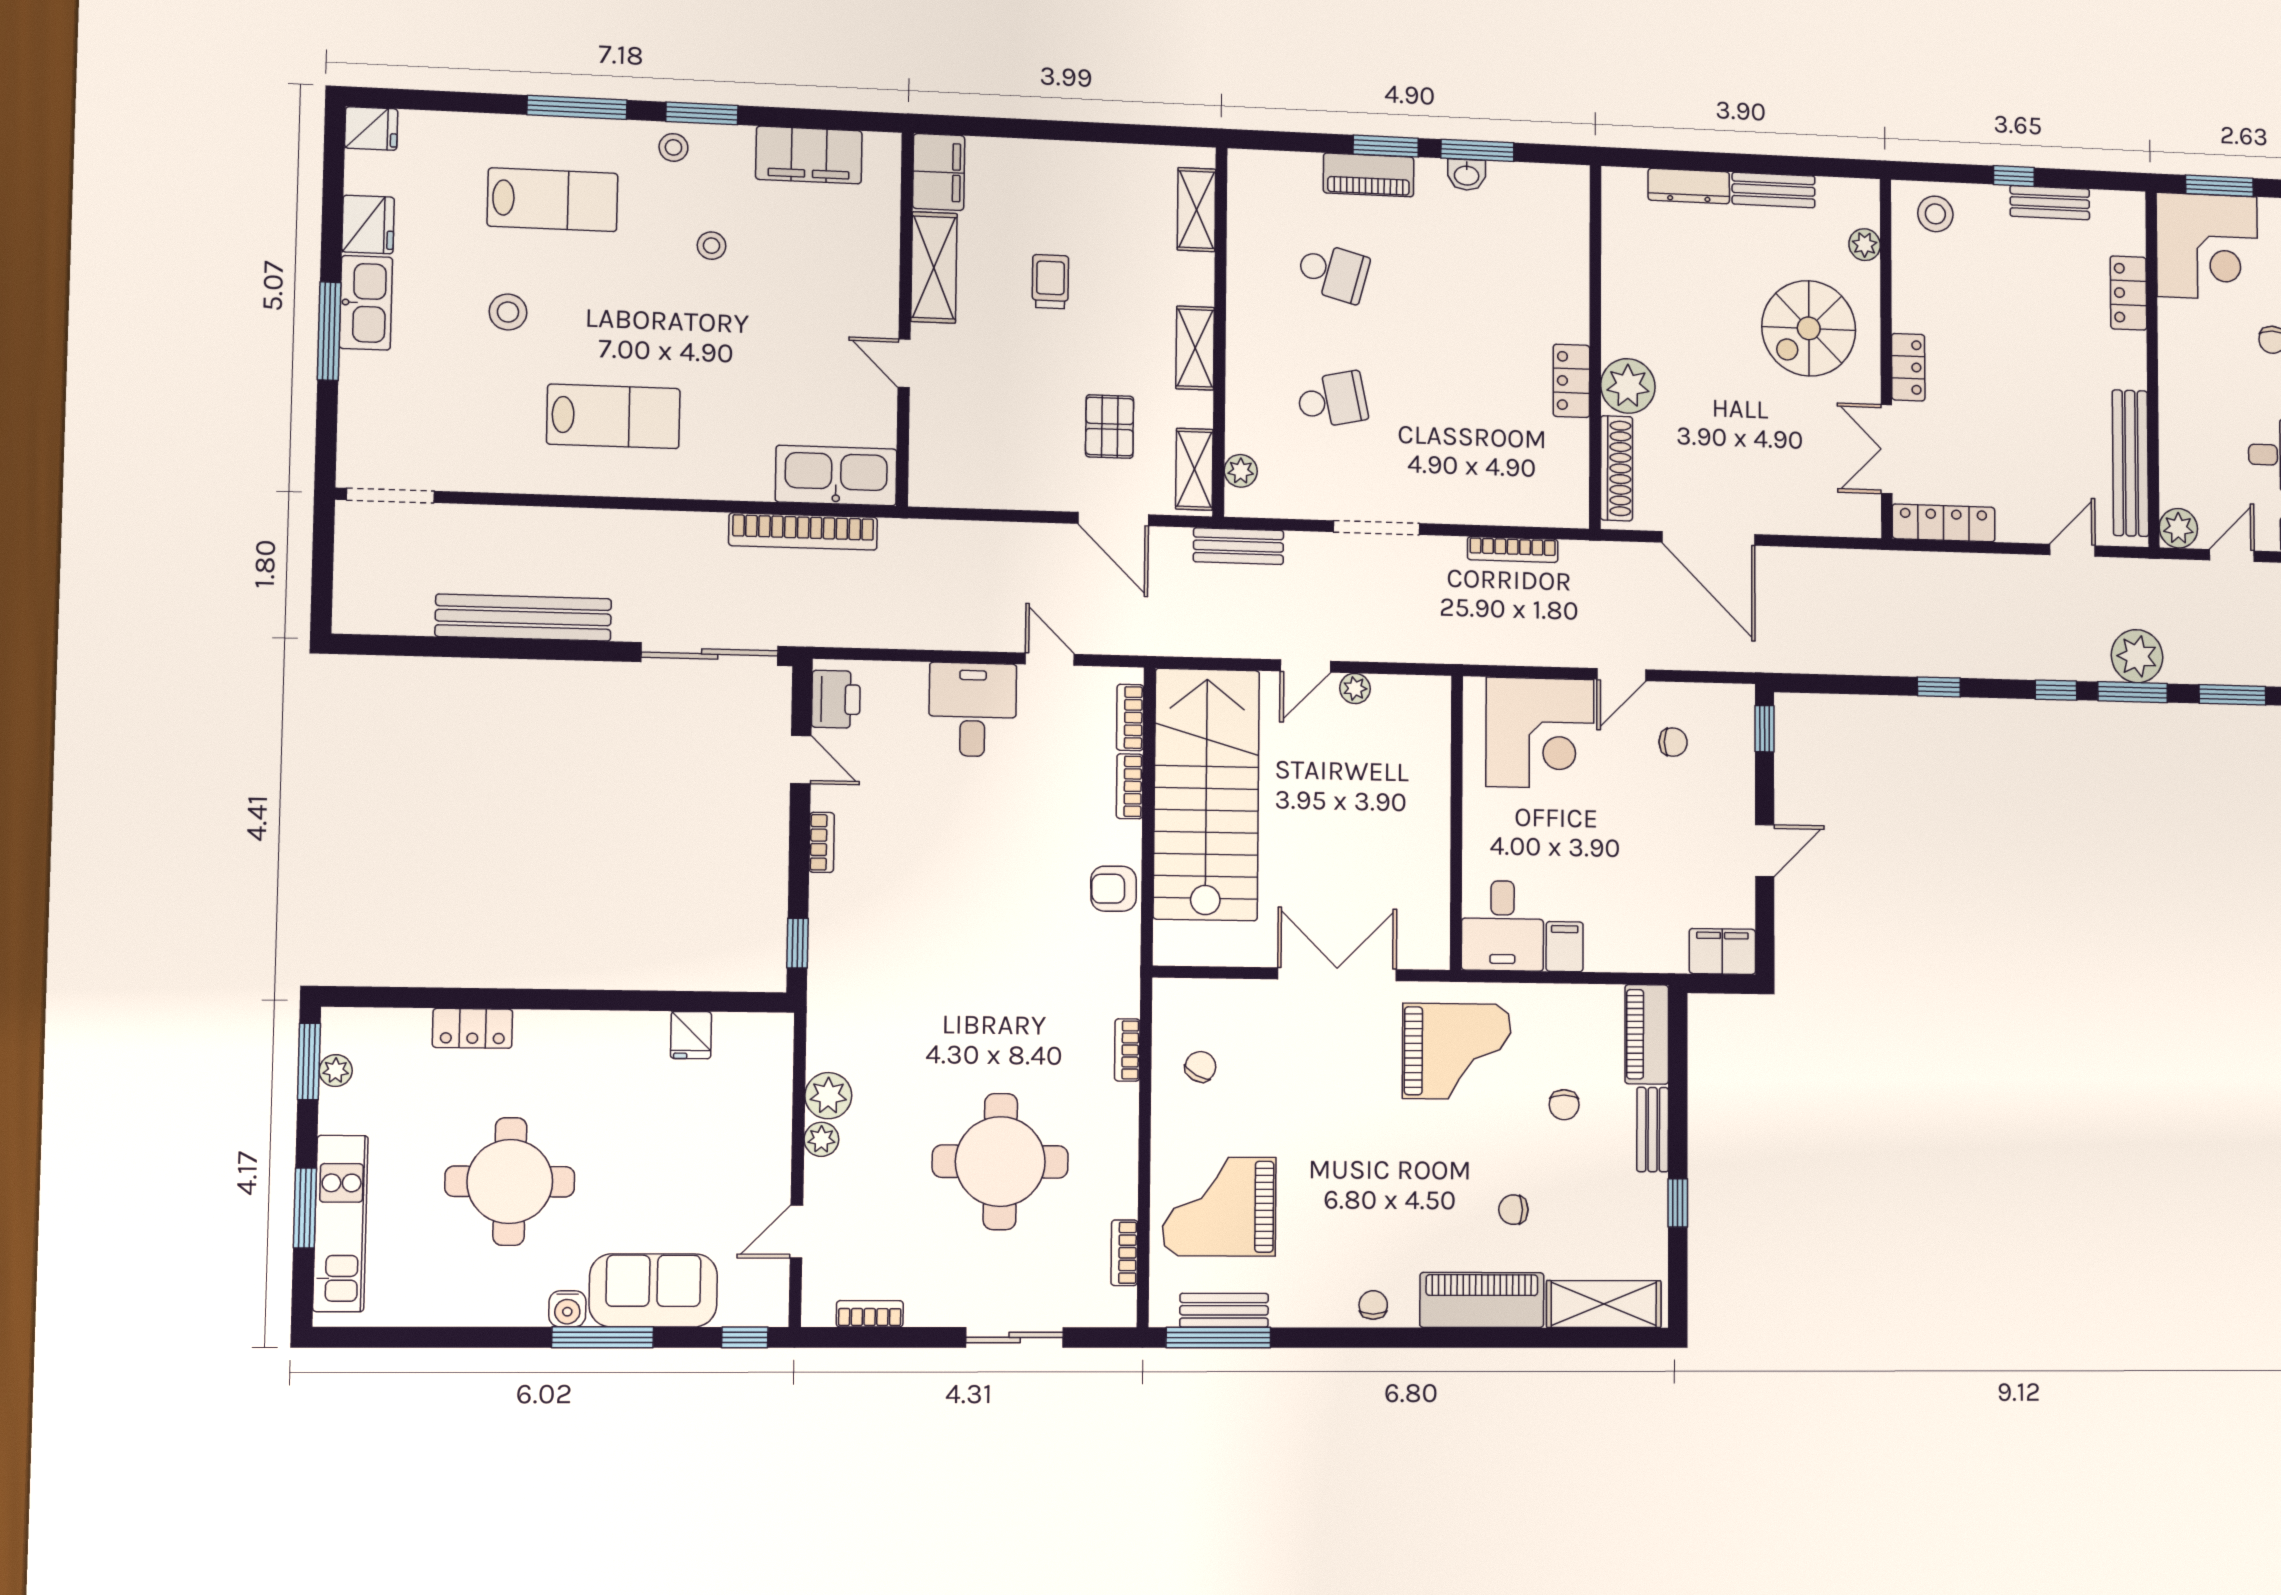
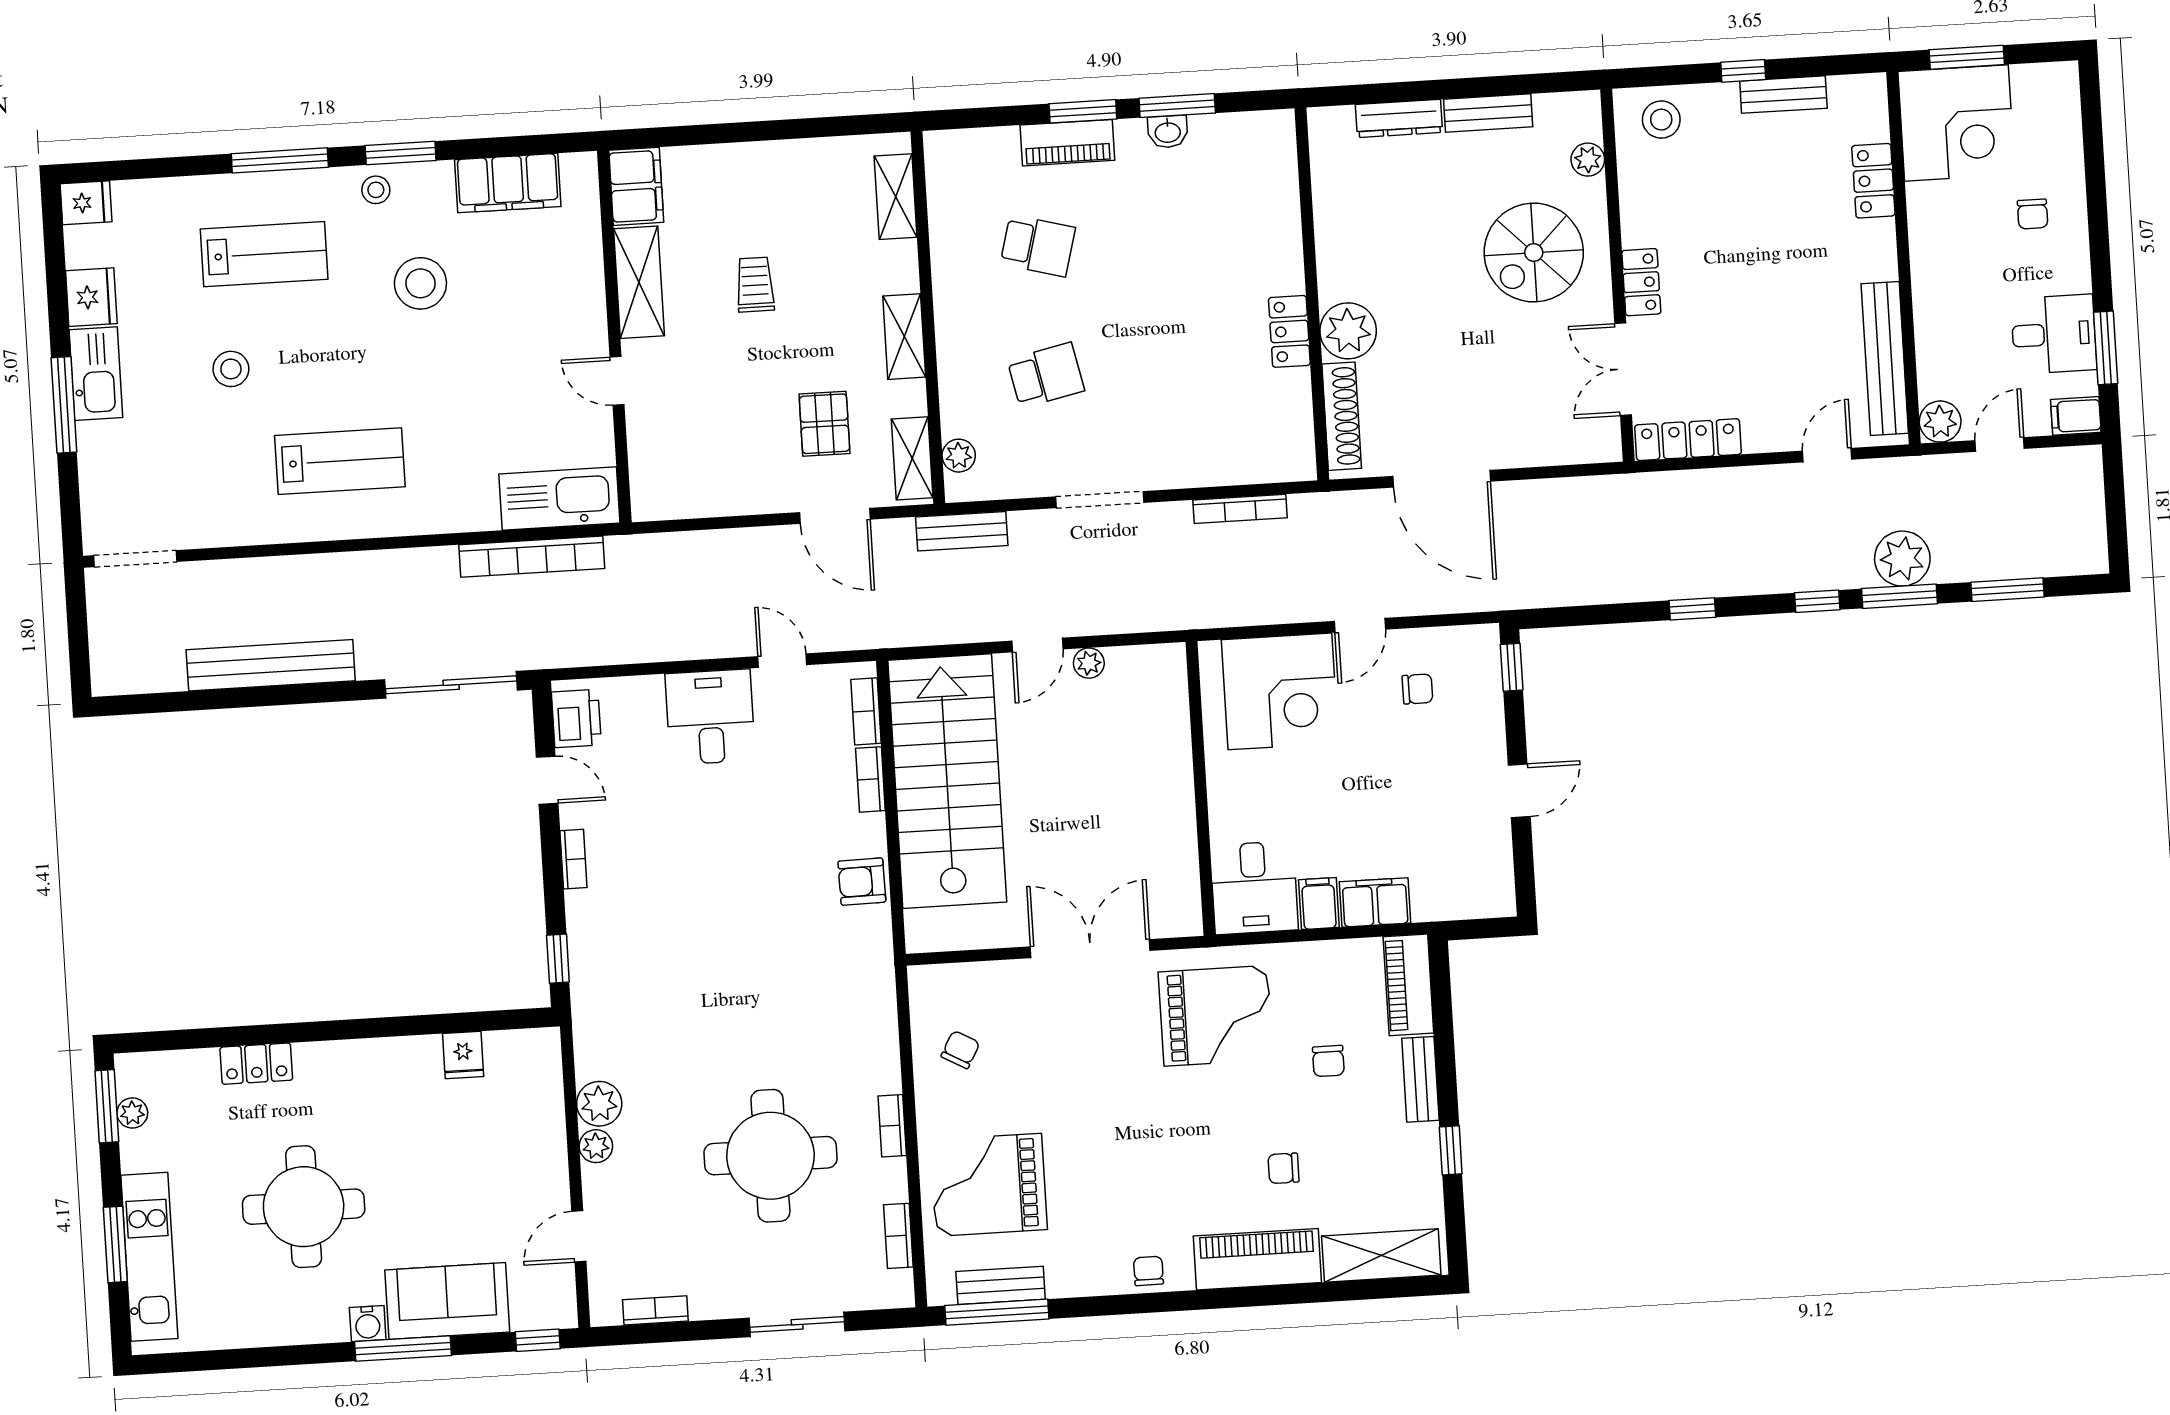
stool: (712, 246) -> (420, 283), width x1.89, depth x1.89
filing cabinet: (1722, 951) -> (1375, 902), moved
bookcase: (1127, 1050) -> (892, 1126), moved

